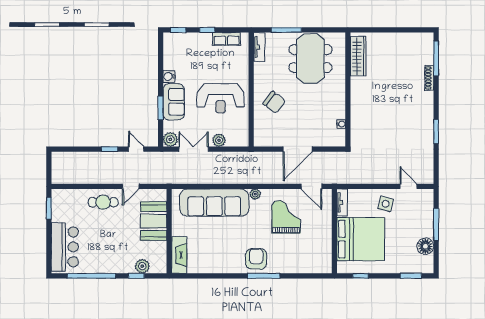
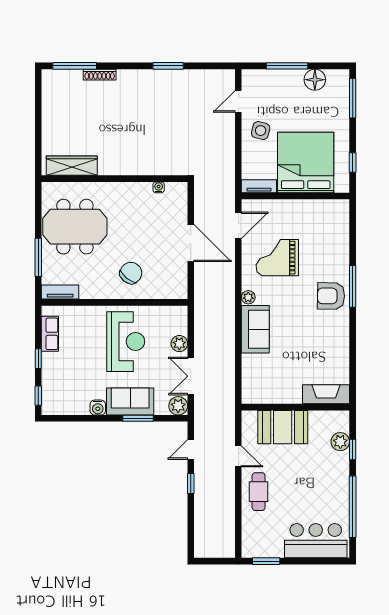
sofa: (214, 203) -> (255, 329), width x0.54, depth x0.79
window: (411, 276) -> (353, 98), width x1.44

